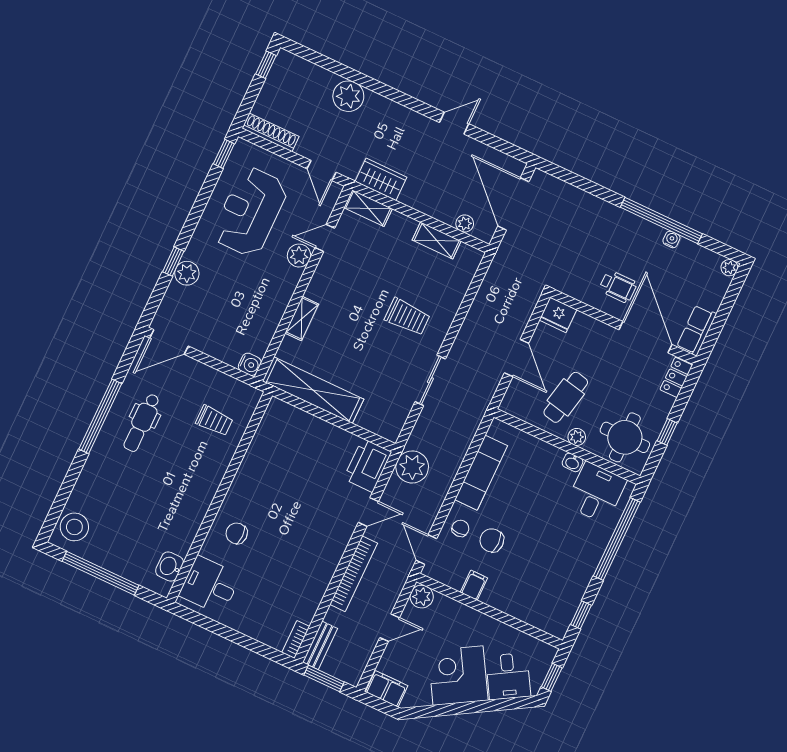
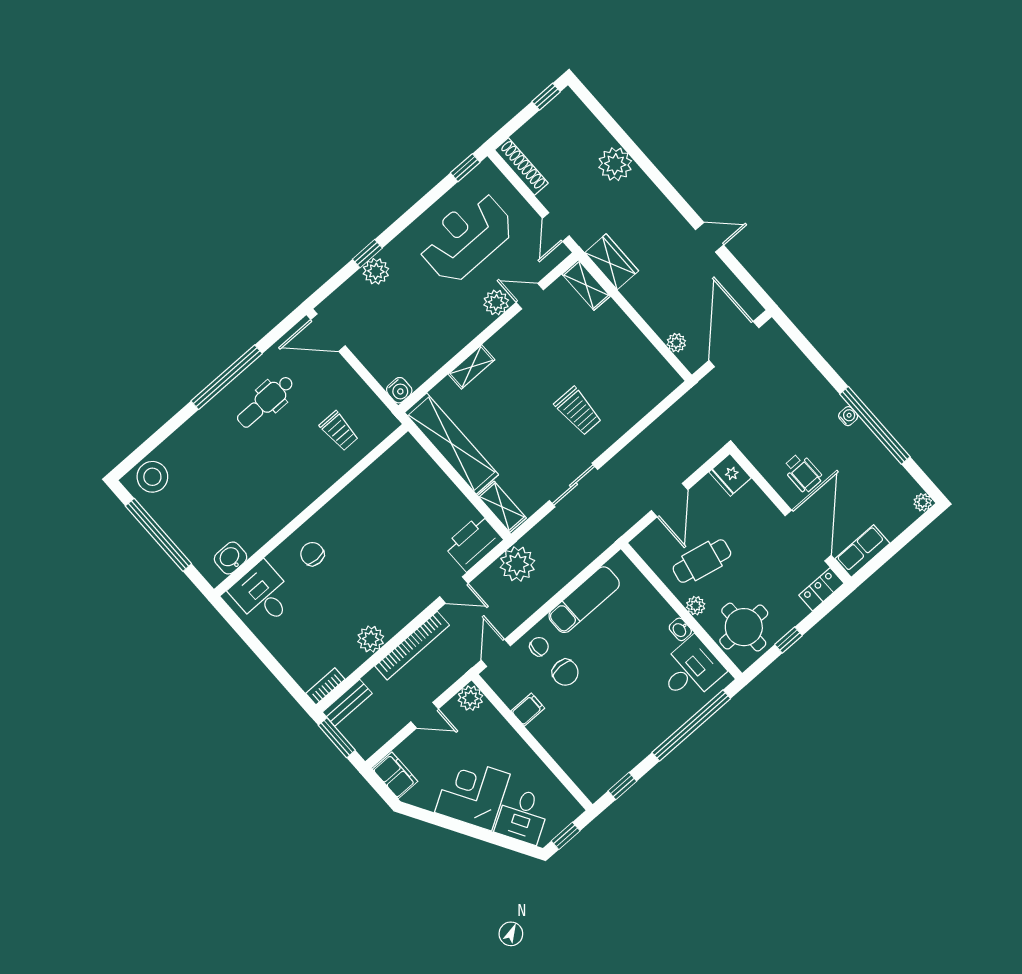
water cooler: (671, 239) -> (848, 416), moved
shelving: (437, 241) -> (502, 507), moved
chair: (492, 540) -> (565, 672), turned 180
plant: (317, 583) -> (371, 639), added

